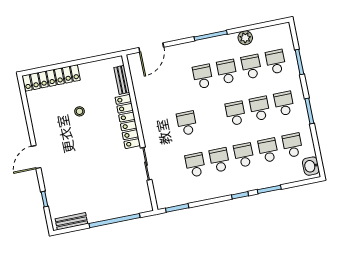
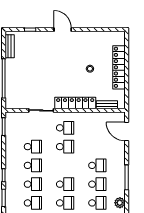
locker: (51, 78) -> (119, 67), moved
school desk: (163, 128) -> (65, 128), added

